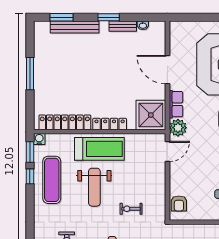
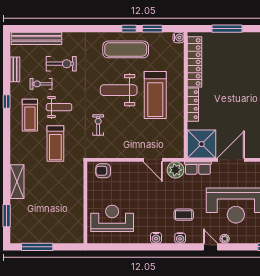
shower: (151, 115) -> (202, 144), moved
locker: (65, 122) -> (195, 62), moved
locker: (110, 124) -> (193, 105), moved
wall: (100, 132) -> (186, 95), moved
water cooler: (39, 139) -> (179, 38), moved

